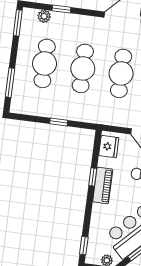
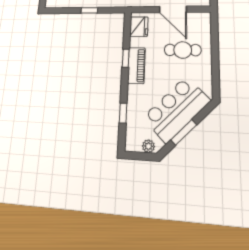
window: (84, 246) -> (123, 113), moved

